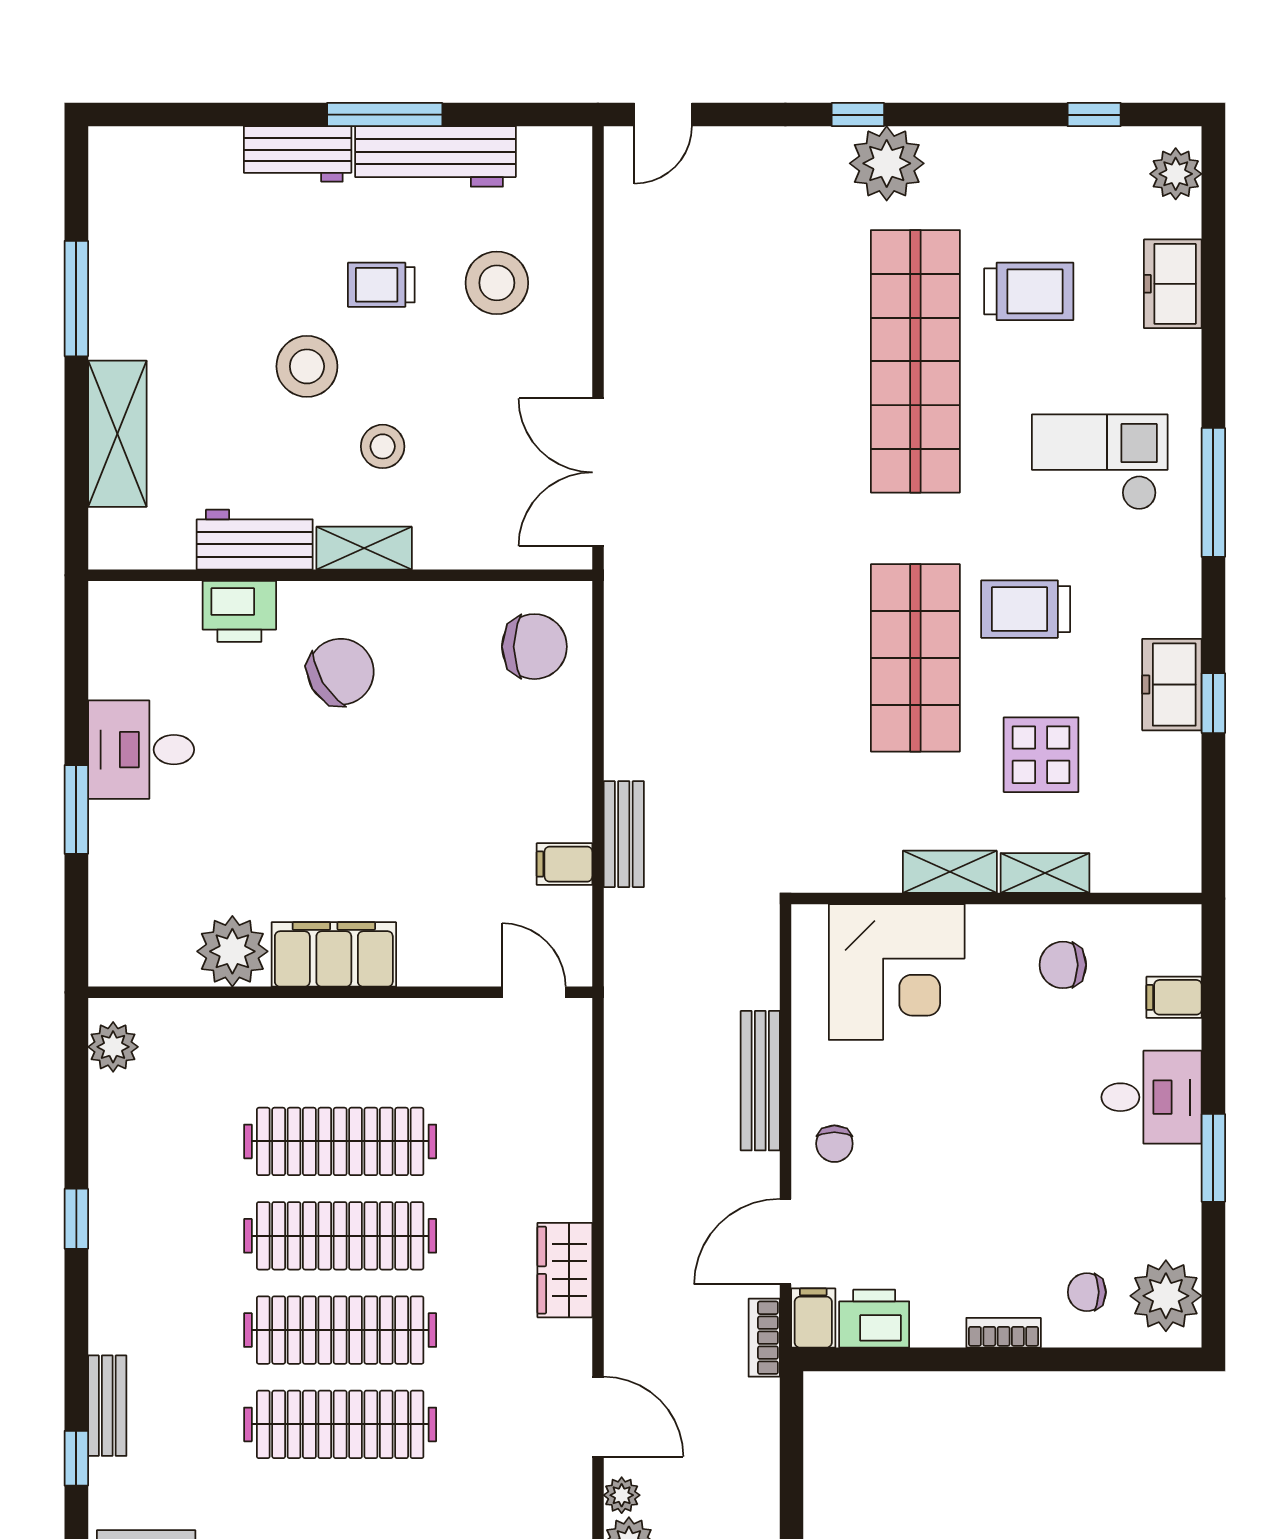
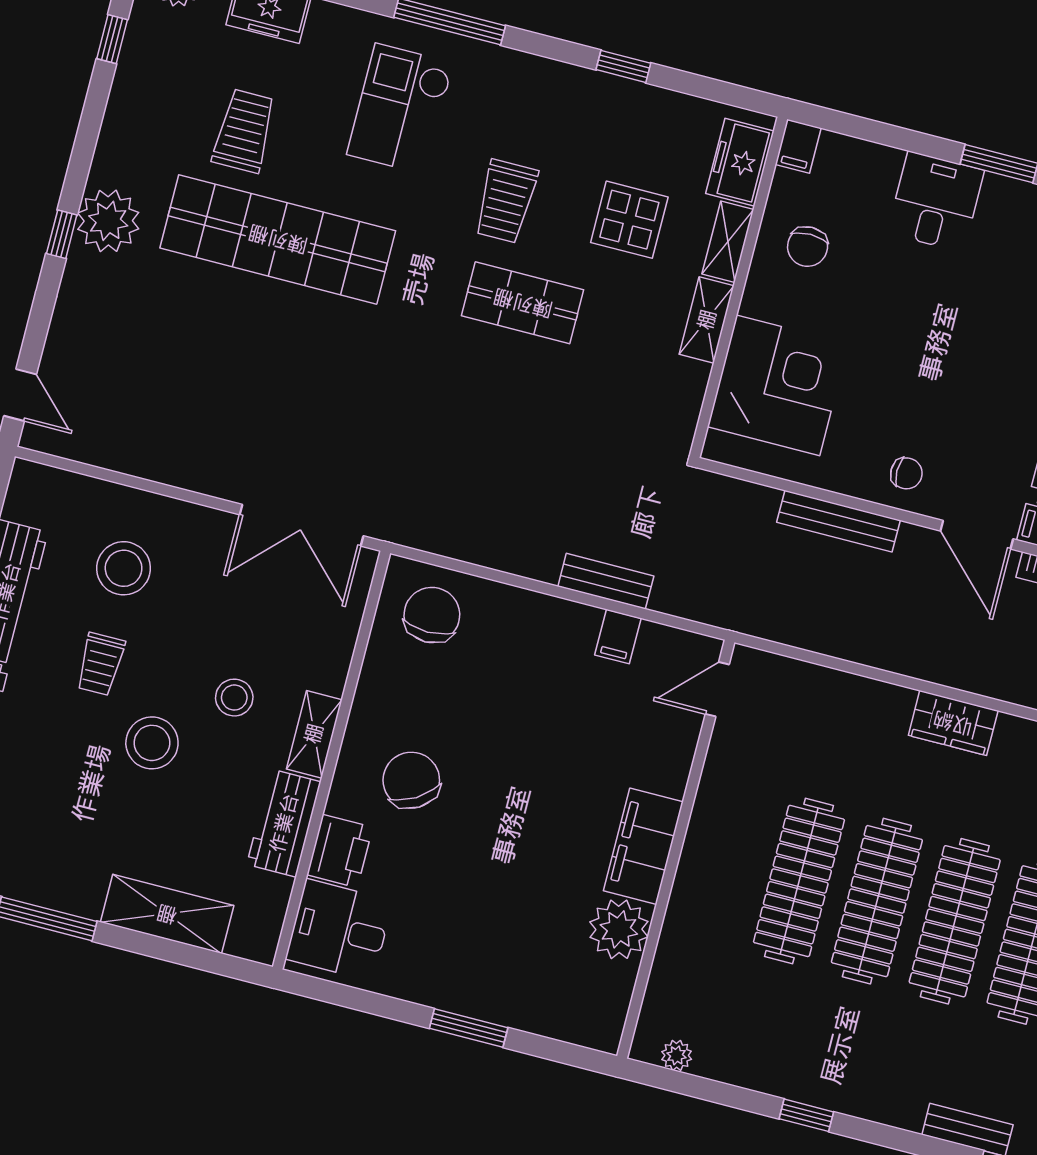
shop shelf: (915, 658) -> (523, 303), width x0.70, depth x0.74
freezer: (1172, 685) -> (740, 162), moved, turned 90
desk: (141, 750) -> (339, 930), moved, turned 90
filing cabinet: (1174, 997) -> (798, 146), moved
plant: (113, 1047) -> (677, 1055), width x0.73, depth x0.73

